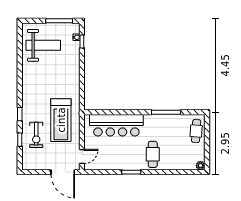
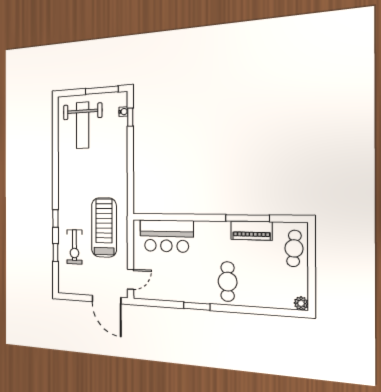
weight bench: (43, 45) -> (83, 125), turned 90
treadmill: (61, 120) -> (104, 227), turned 180
piano: (169, 120) -> (251, 231), added
bar counter: (116, 125) -> (166, 236), width x0.73

